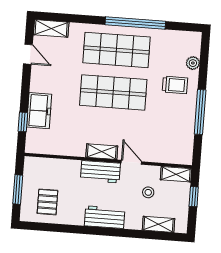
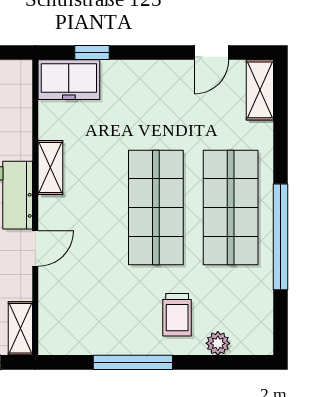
freezer: (39, 111) -> (69, 80), moved
shelving: (102, 152) -> (50, 167), moved

